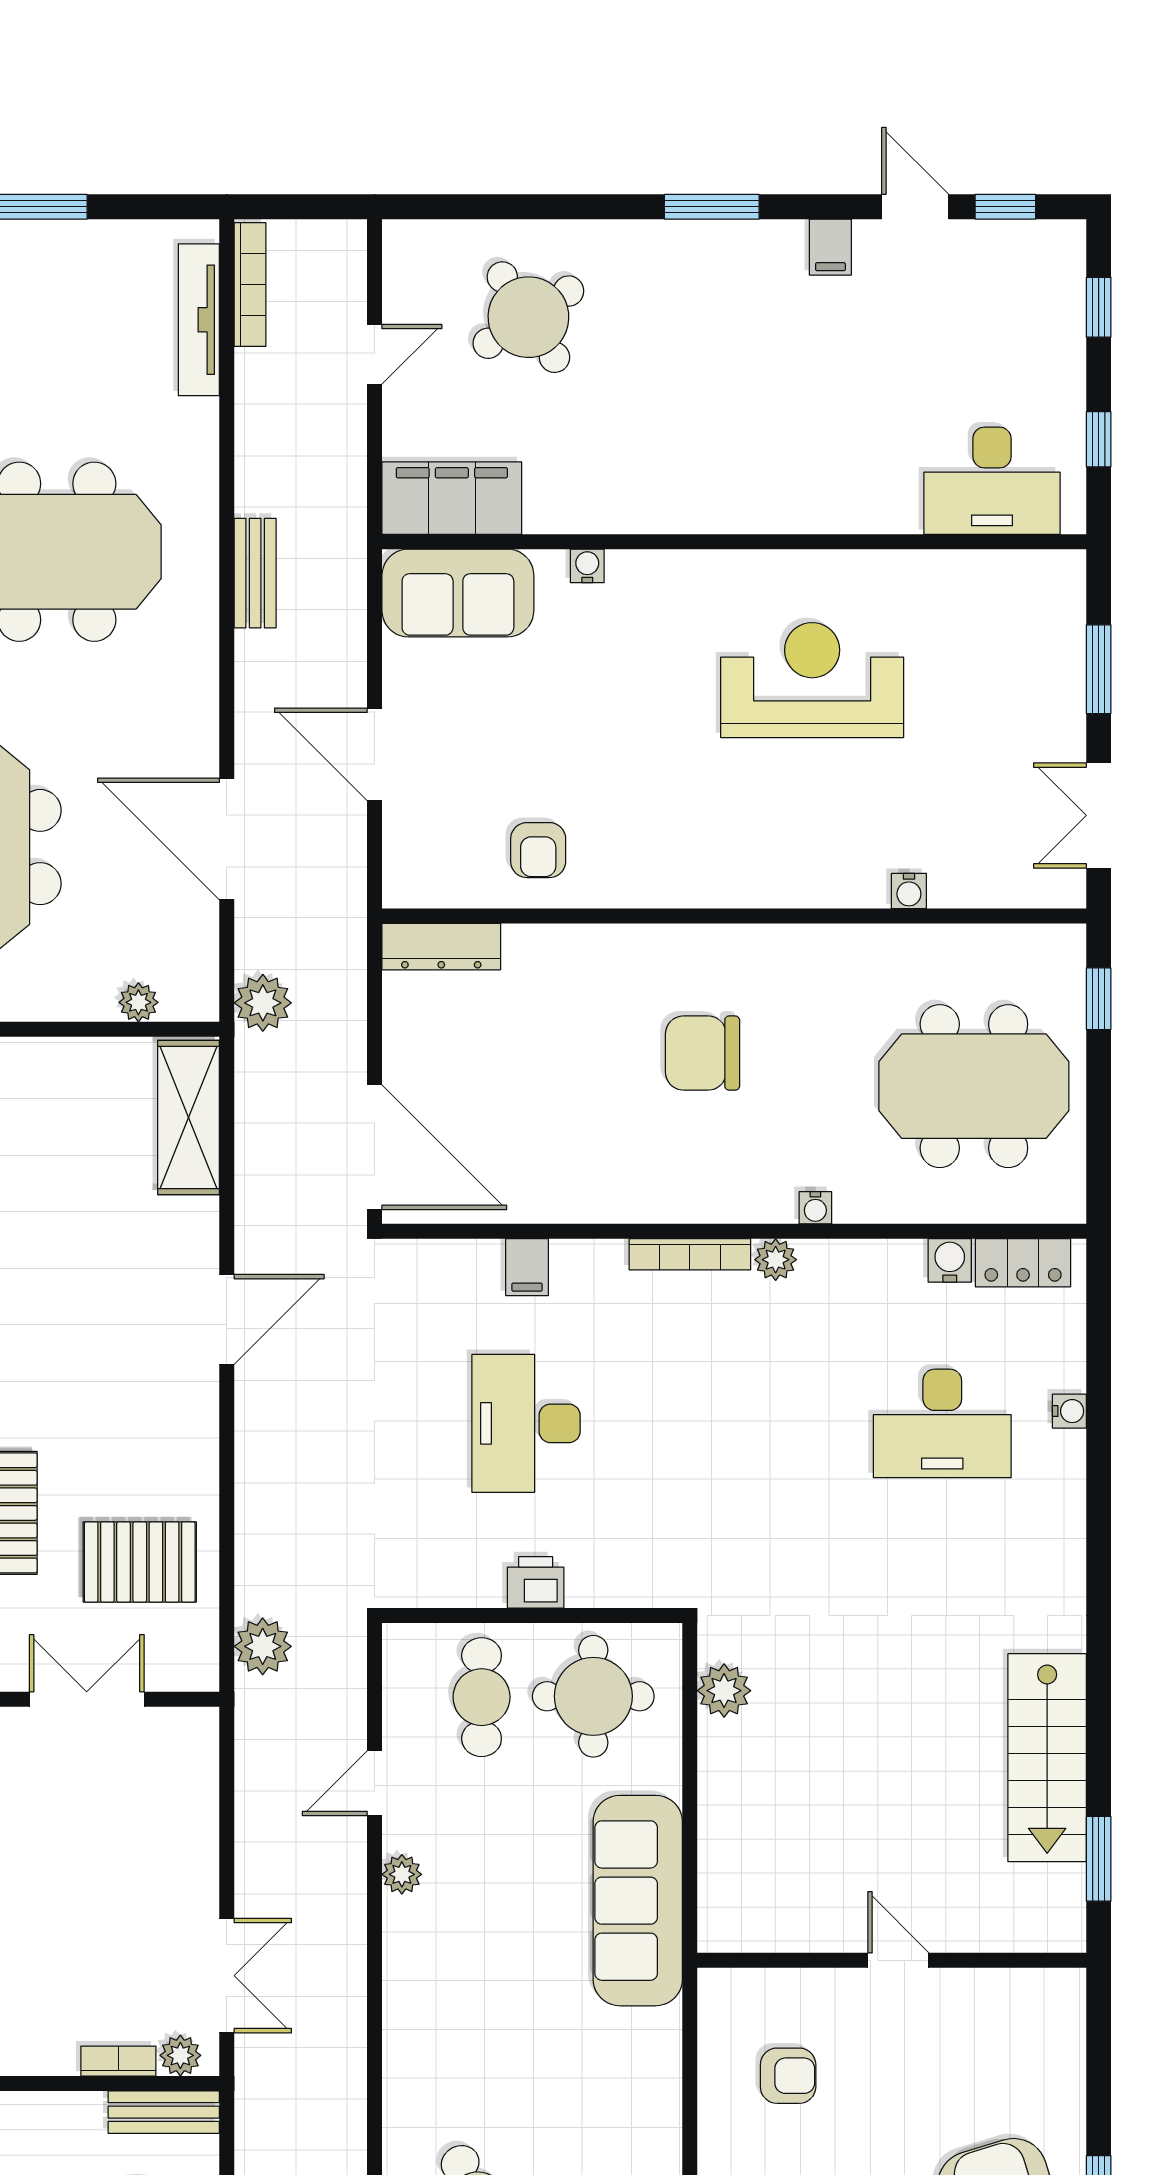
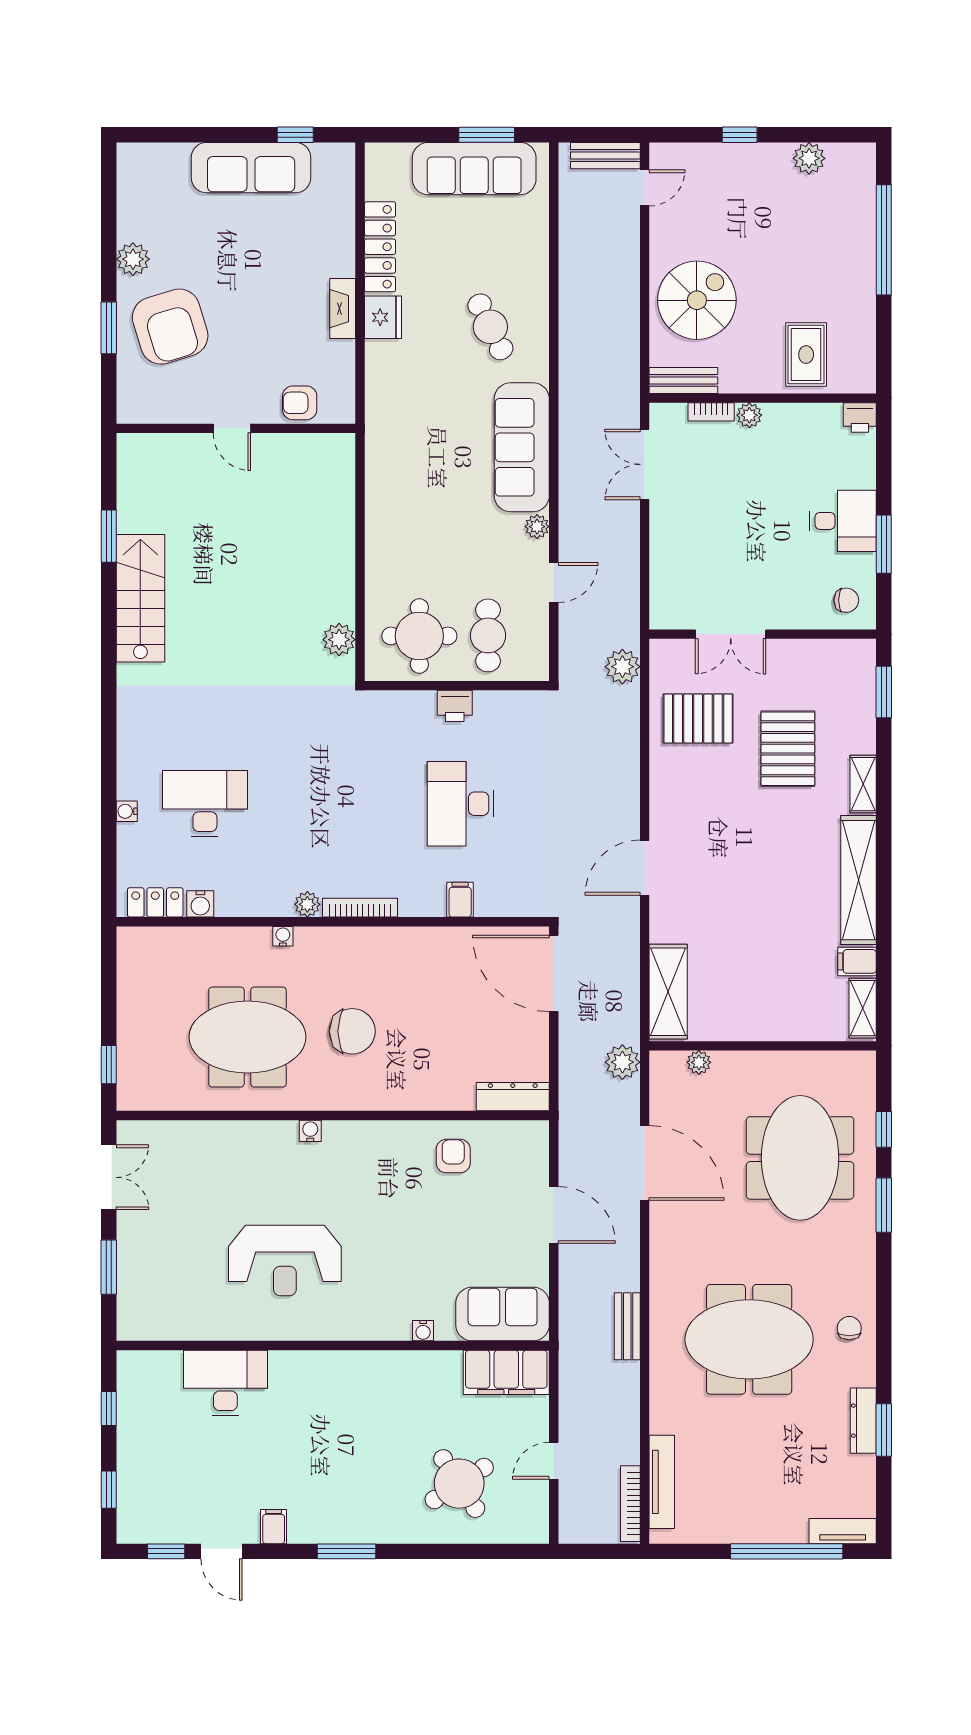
desk: (992, 481) -> (225, 1383), moved
water cooler: (909, 891) -> (310, 1131), moved
meeting table: (974, 1086) -> (247, 1037), moved
desk: (526, 1423) -> (461, 804), turned 180
sofa: (638, 1901) -> (522, 447), moved, turned 180
wall: (892, 1960) -> (236, 428), moved
door: (898, 1960) -> (232, 428), moved
plant: (180, 2055) -> (749, 415), moved

